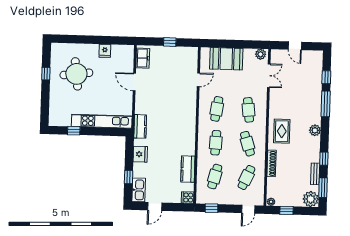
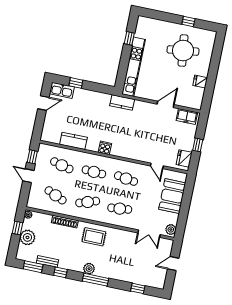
window: (326, 104) -> (96, 280), moved
fridge: (140, 154) -> (184, 158), moved, turned 90
cooker: (188, 197) -> (105, 148), moved
plant: (311, 199) -> (27, 237), moved
door: (155, 206) -> (43, 103), swing flipped
door: (248, 209) -> (28, 176), moved

